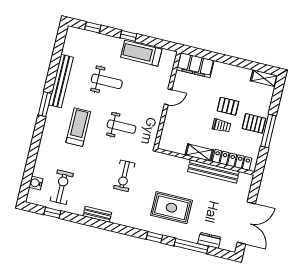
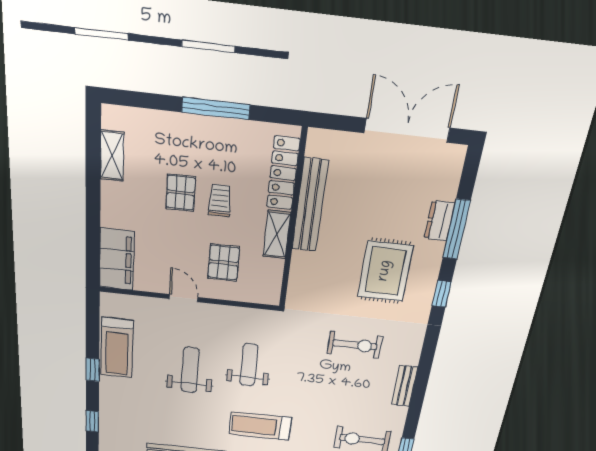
shelving: (264, 78) -> (112, 156), moved
weight bench: (107, 81) -> (190, 370), moved
pallet: (254, 123) -> (224, 263), moved
exercise bike: (124, 176) -> (355, 345), moved
dresser: (209, 240) -> (439, 221), moved

